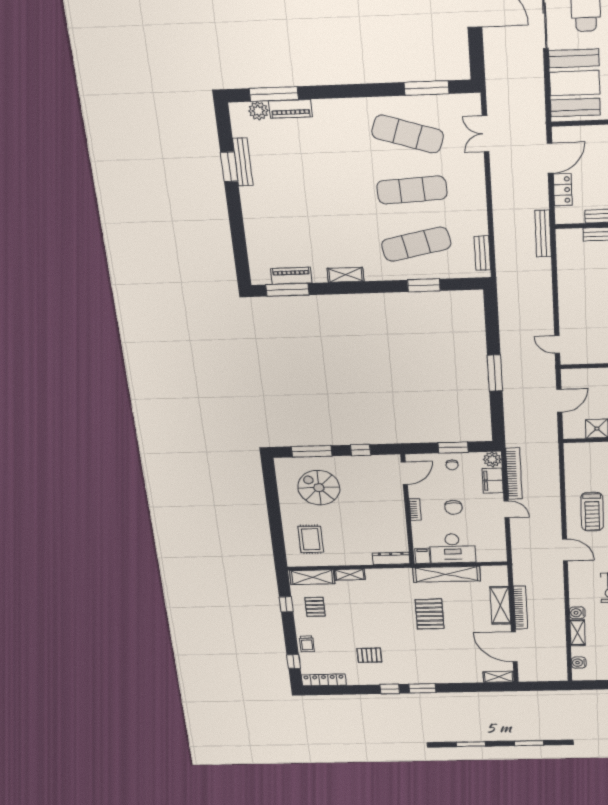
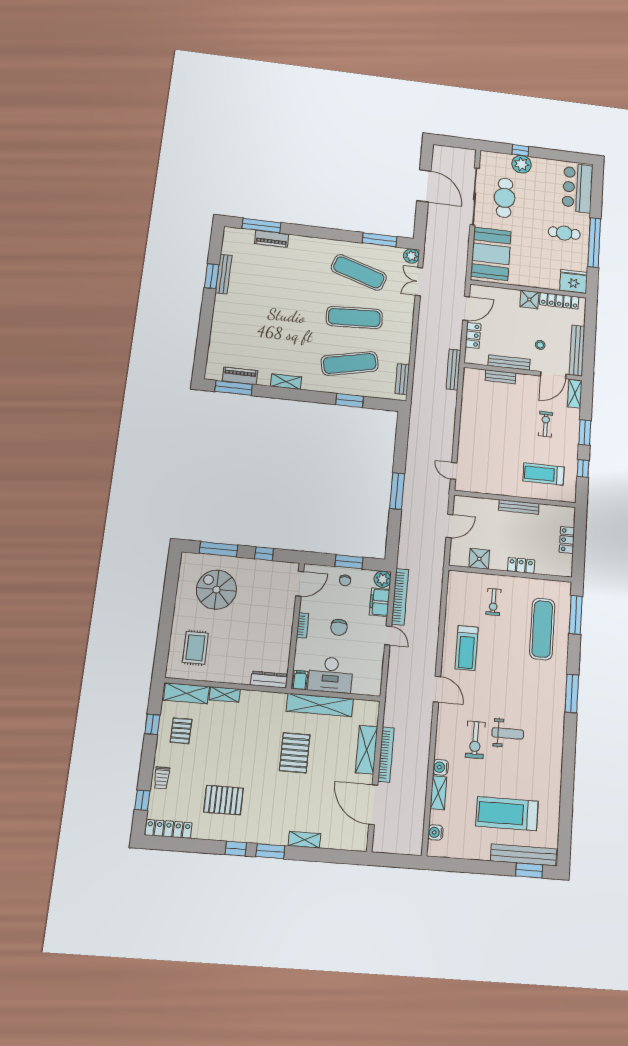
plant: (258, 111) -> (411, 256), moved
pallet: (369, 655) -> (223, 800), width x1.50, depth x1.42
shelving: (499, 677) -> (304, 840), moved

